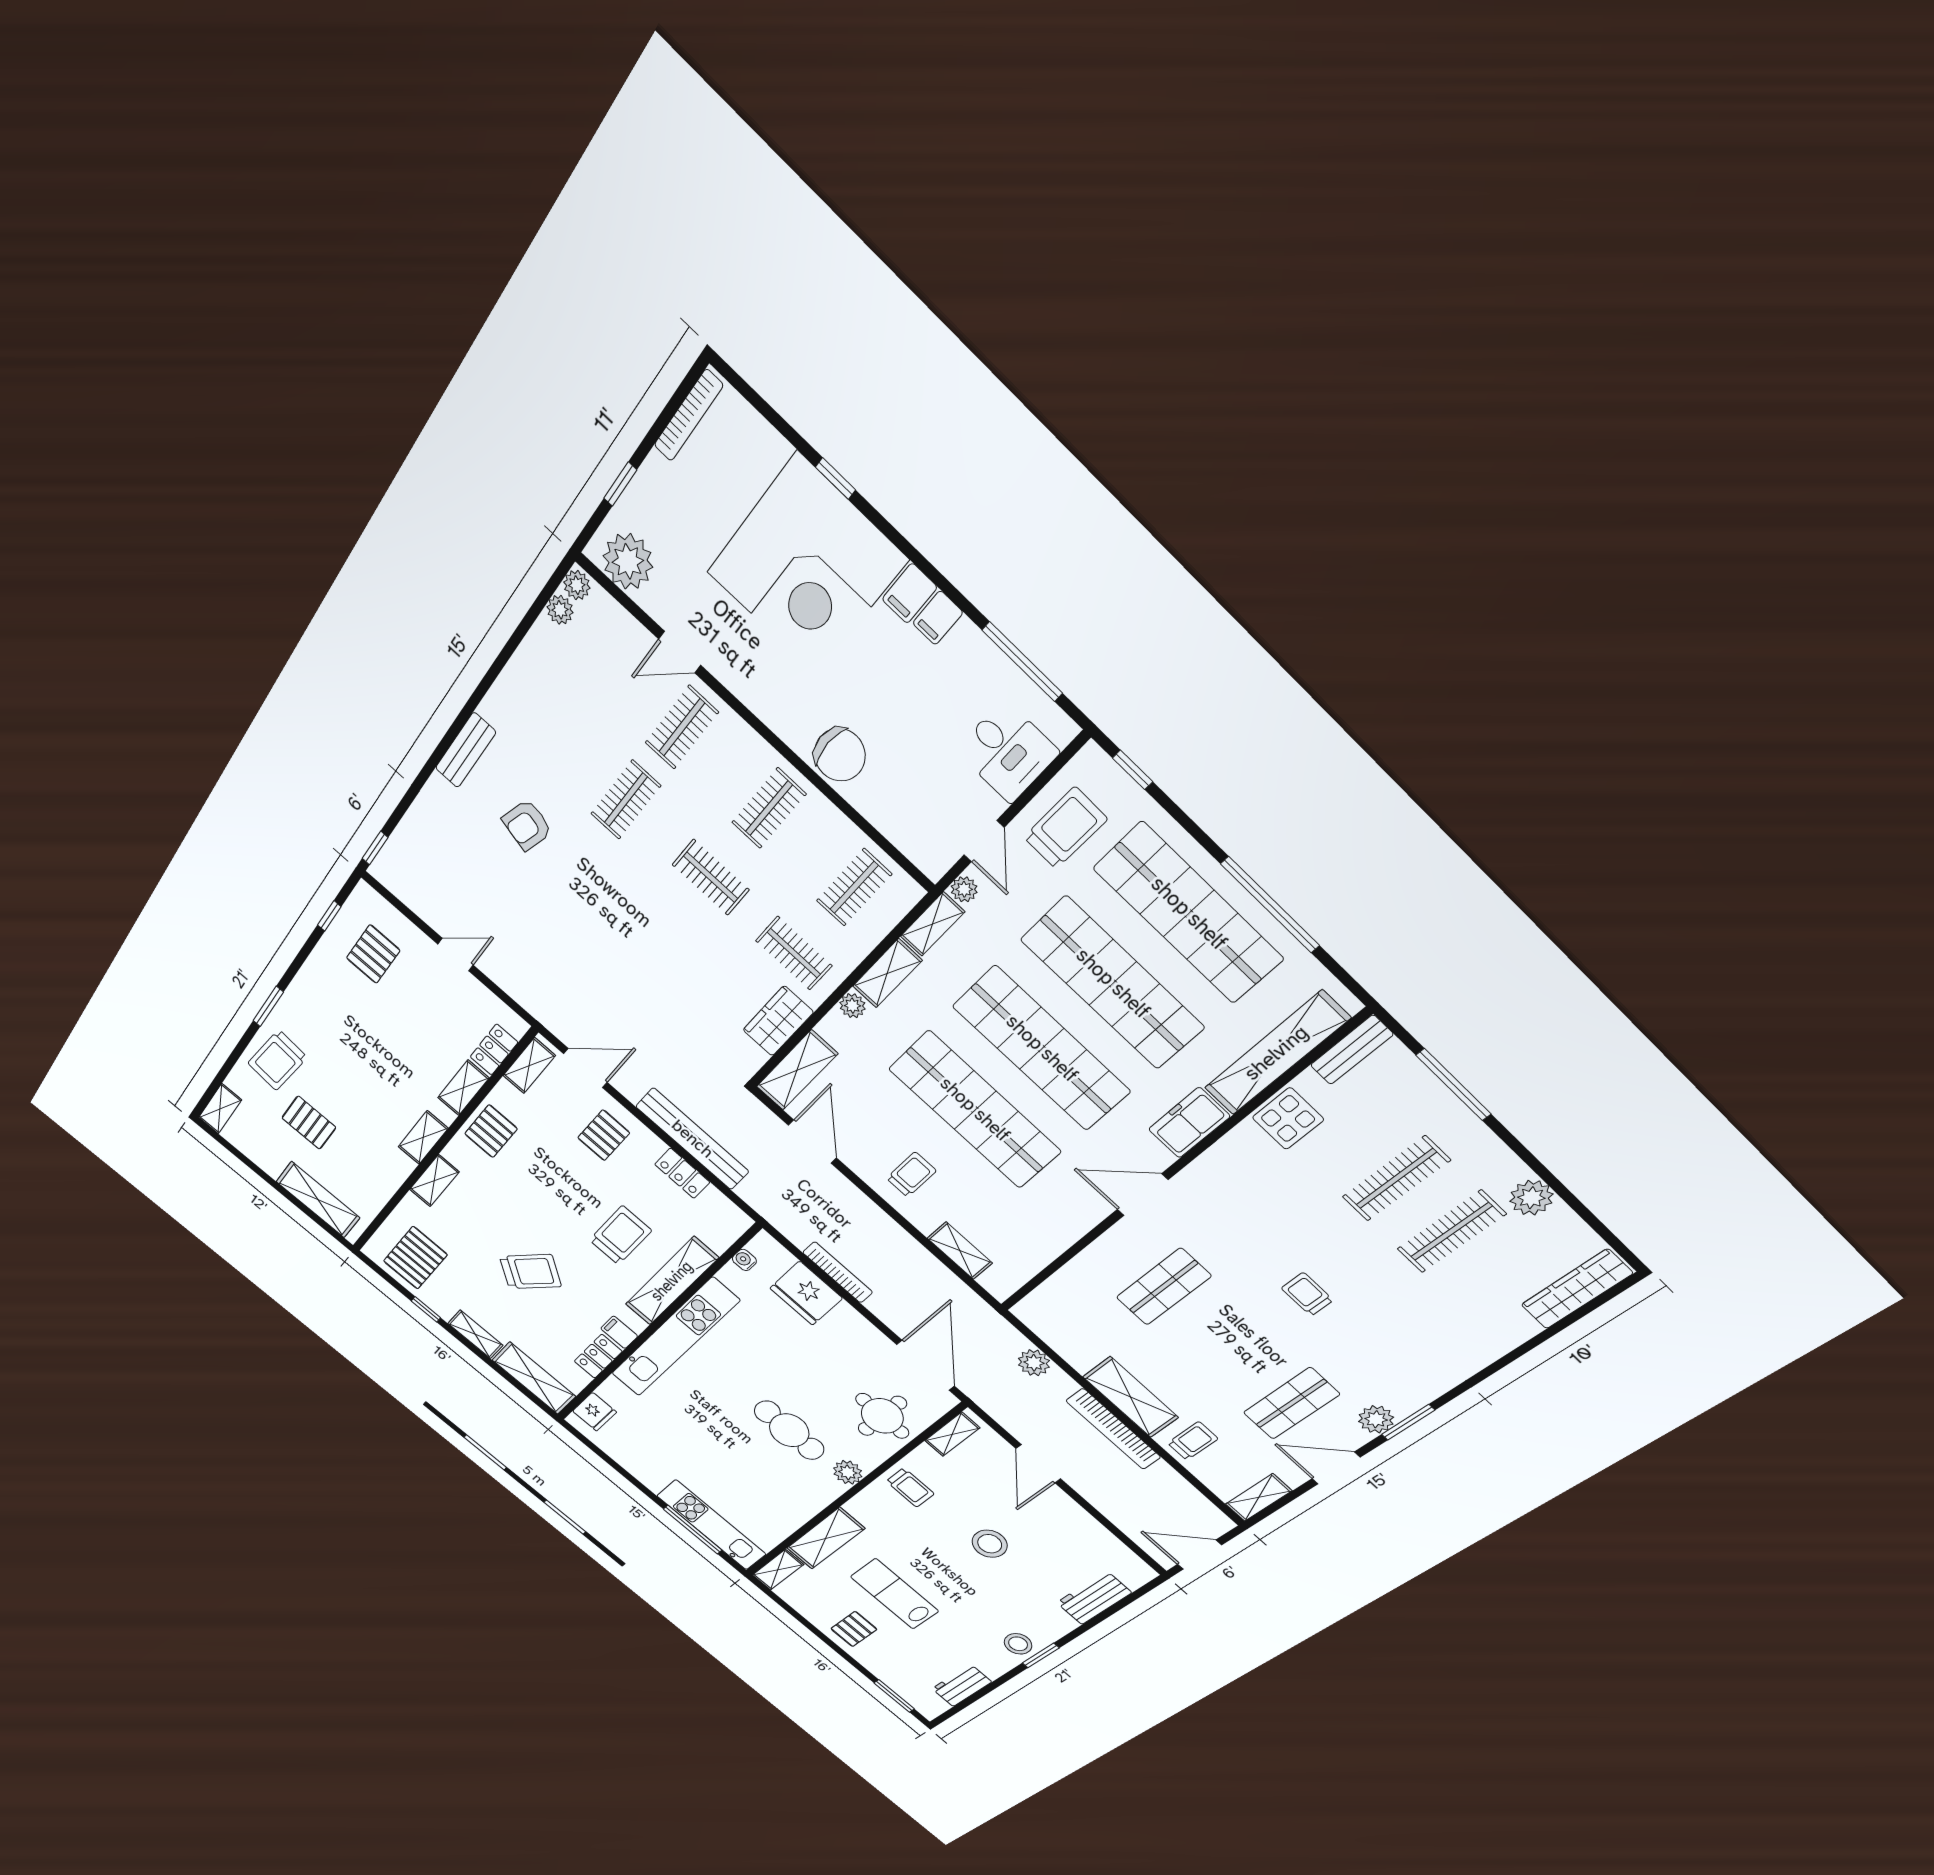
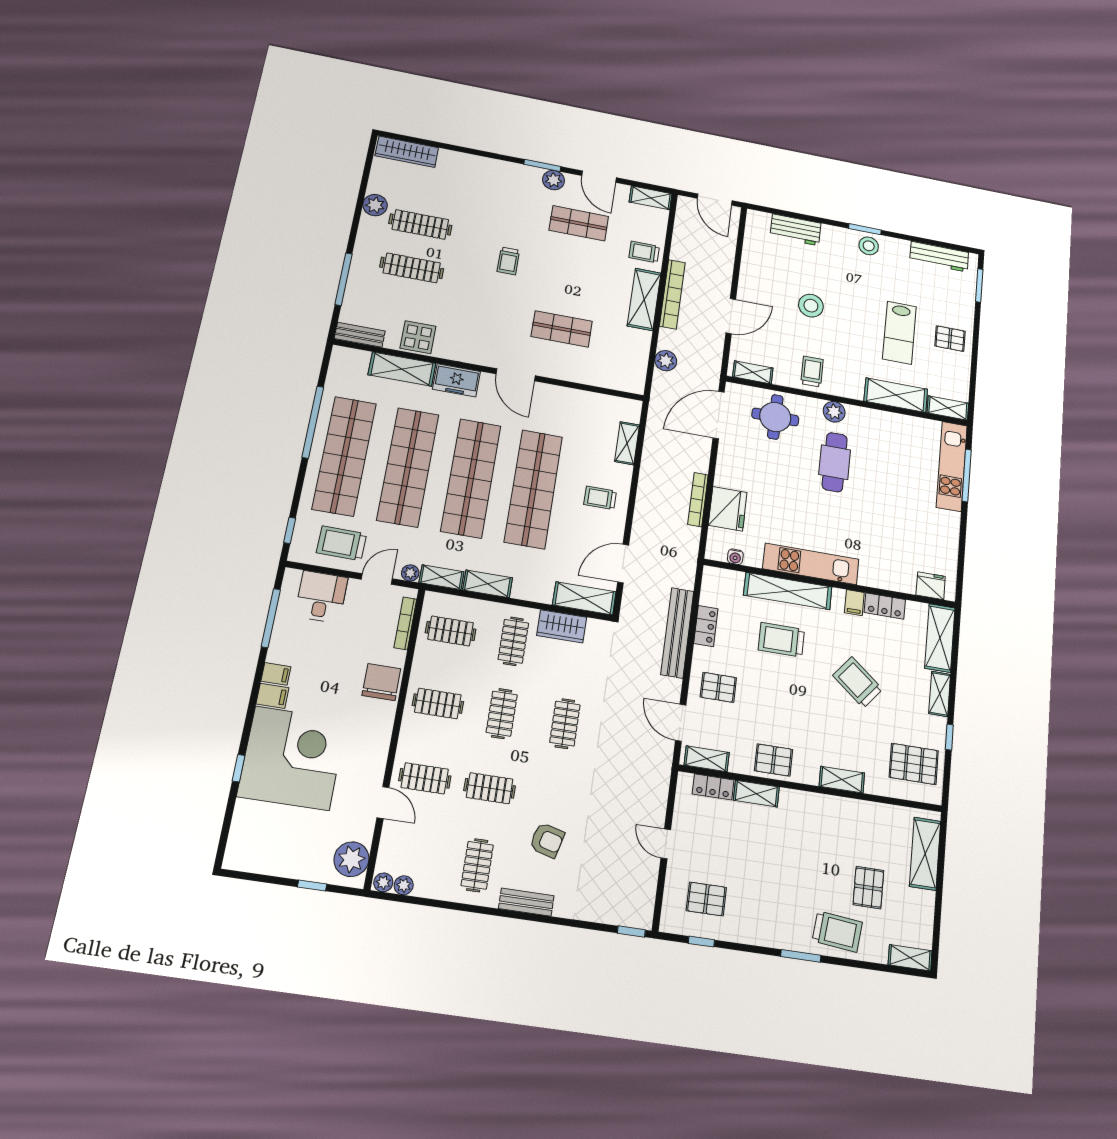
bookcase: (689, 415) -> (405, 623), moved, turned -90
clothes rail: (539, 720) -> (477, 865), added
clothes rail: (656, 942) -> (565, 724), added
plant: (852, 1006) -> (521, 591), removed
shelving: (1277, 1053) -> (402, 369), width x0.68
shelving: (423, 1137) -> (815, 803), removed
kitchen unit: (675, 1338) -> (811, 564), width x0.73
workbench: (962, 1685) -> (939, 257), width x1.38

